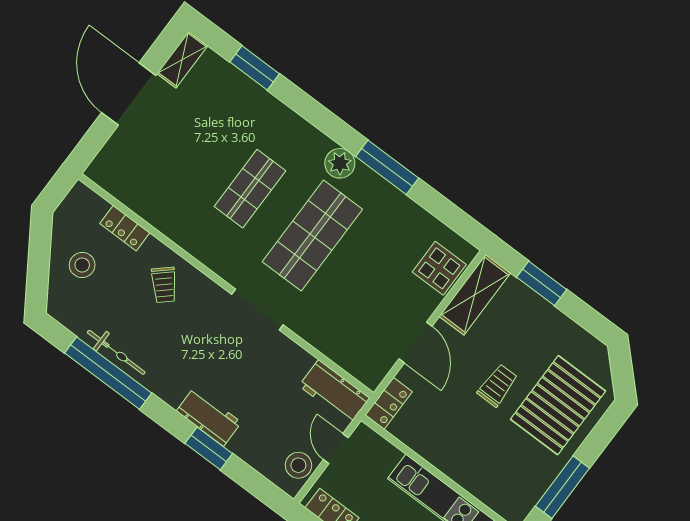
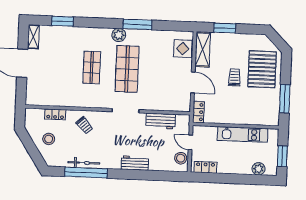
workbench: (334, 392) -> (161, 121), moved
window: (209, 448) -> (143, 175), removed

